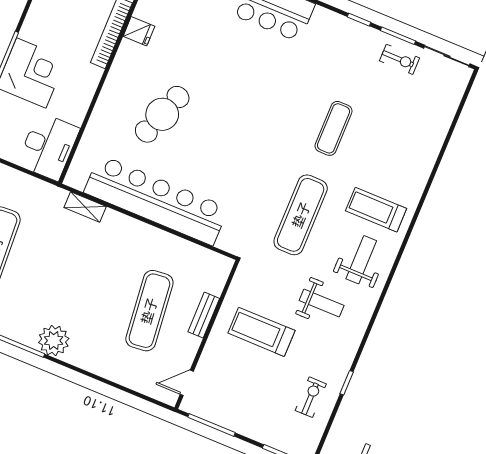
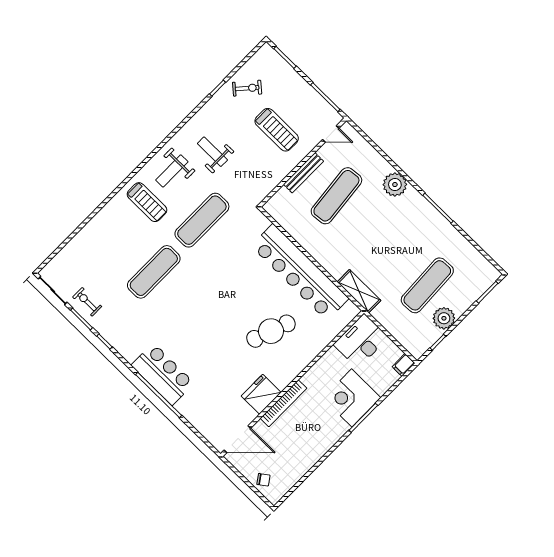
fridge: (139, 31) -> (261, 394), width x1.88, depth x1.34
exercise mat: (334, 128) -> (154, 272), width x1.36, depth x1.45
shelving: (85, 207) -> (359, 291), width x1.50, depth x1.33
bench: (204, 315) -> (303, 173), width x1.36
treadmill: (261, 332) -> (277, 130), moved
plant: (54, 341) -> (395, 185), moved
exercise bike: (311, 397) -> (247, 88), turned -139

